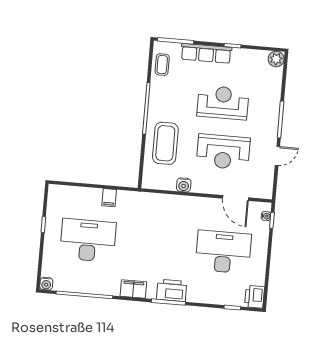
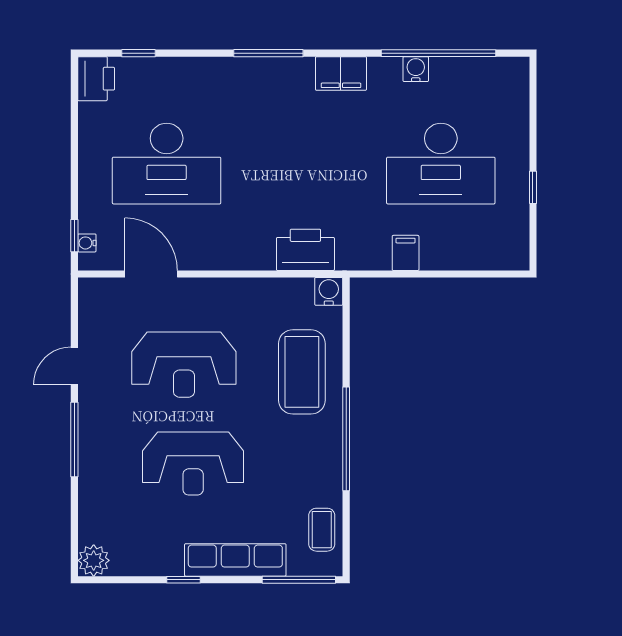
reception desk: (223, 152) -> (184, 365), turned 180
water cooler: (184, 185) -> (329, 291), moved
water cooler: (46, 284) -> (416, 69), moved
printer: (172, 290) -> (305, 250), moved, turned 180

